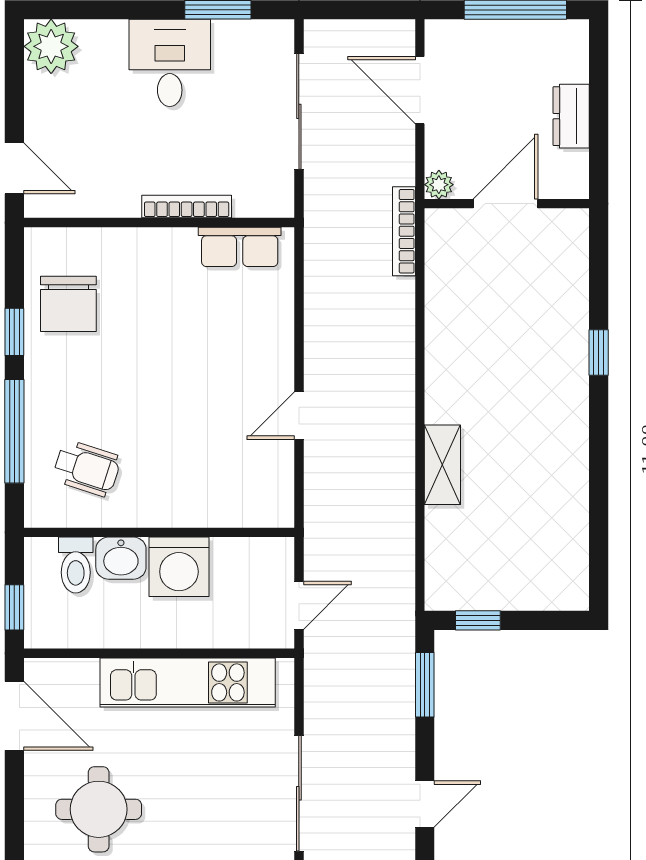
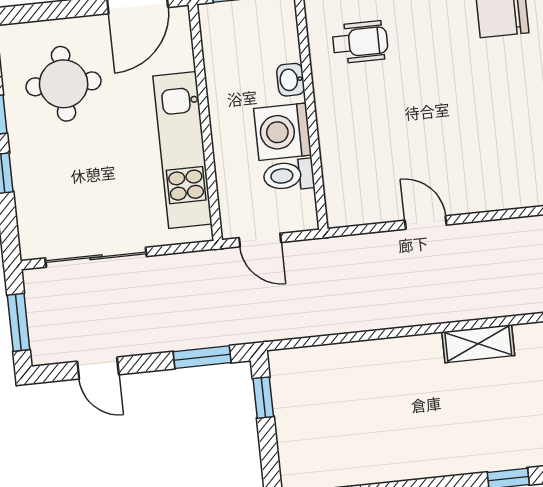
shelving: (442, 465) -> (478, 344), moved
wheelchair: (87, 468) -> (360, 42), turned -108
washbasin: (121, 558) -> (291, 80), width x0.72, depth x0.69
toilet: (76, 565) -> (289, 175), moved

